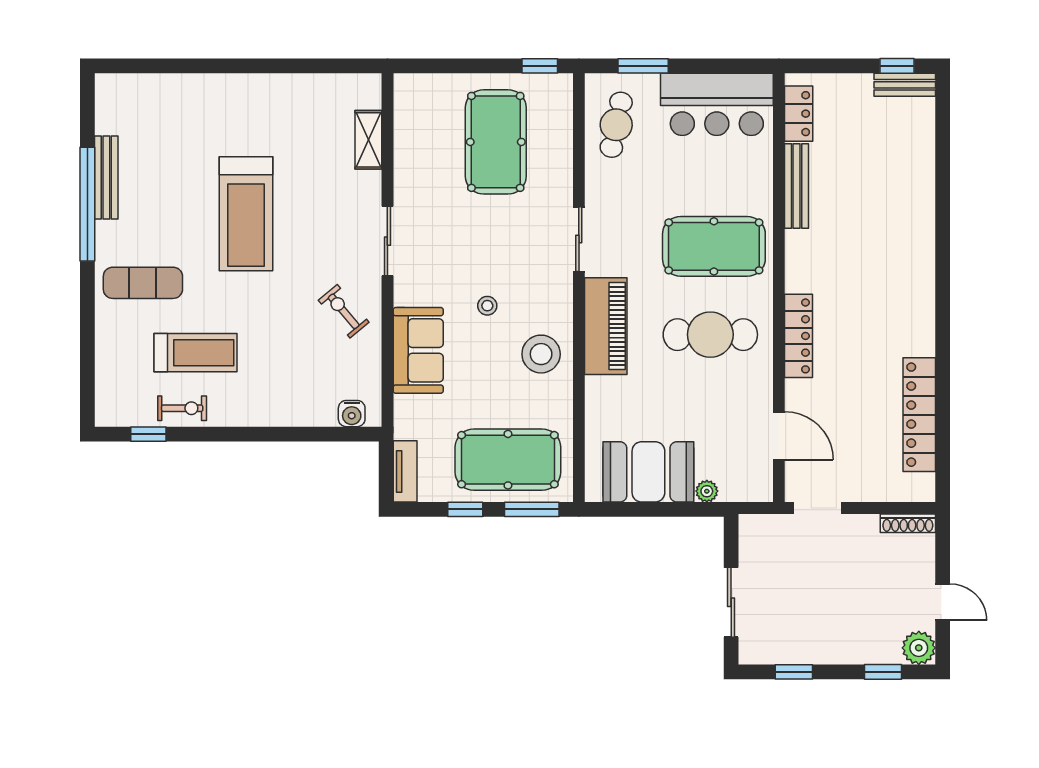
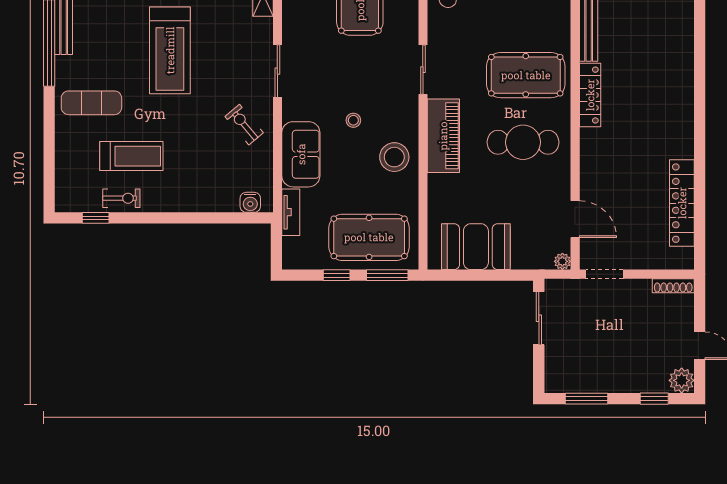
locker: (799, 336) -> (590, 95), moved
tv unit: (405, 471) -> (291, 212), moved
plant: (707, 491) -> (562, 261), moved
sliding door: (731, 602) -> (539, 318), moved
window: (794, 672) -> (587, 399), width x1.50

